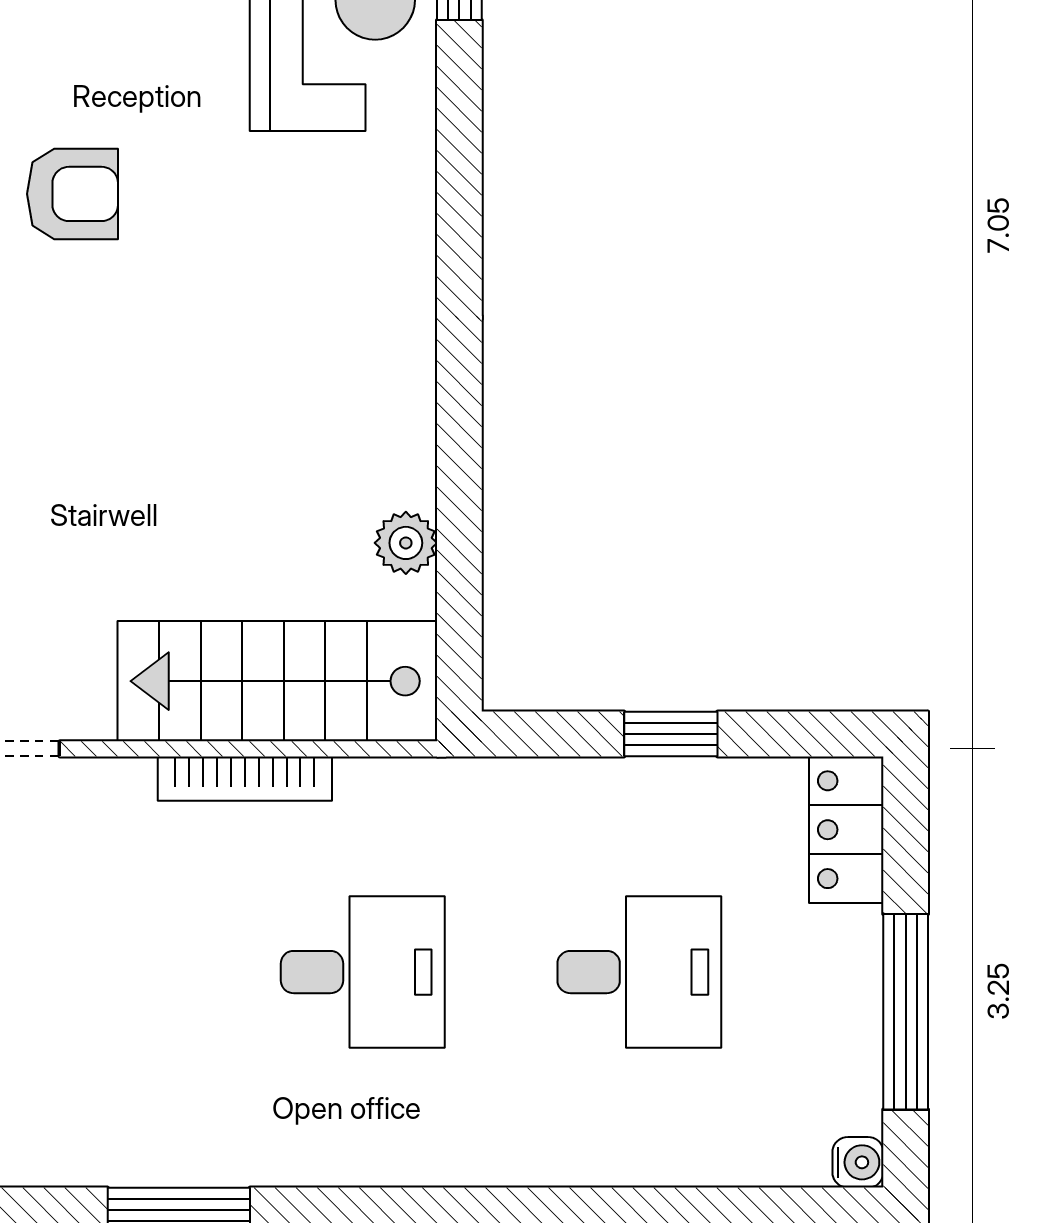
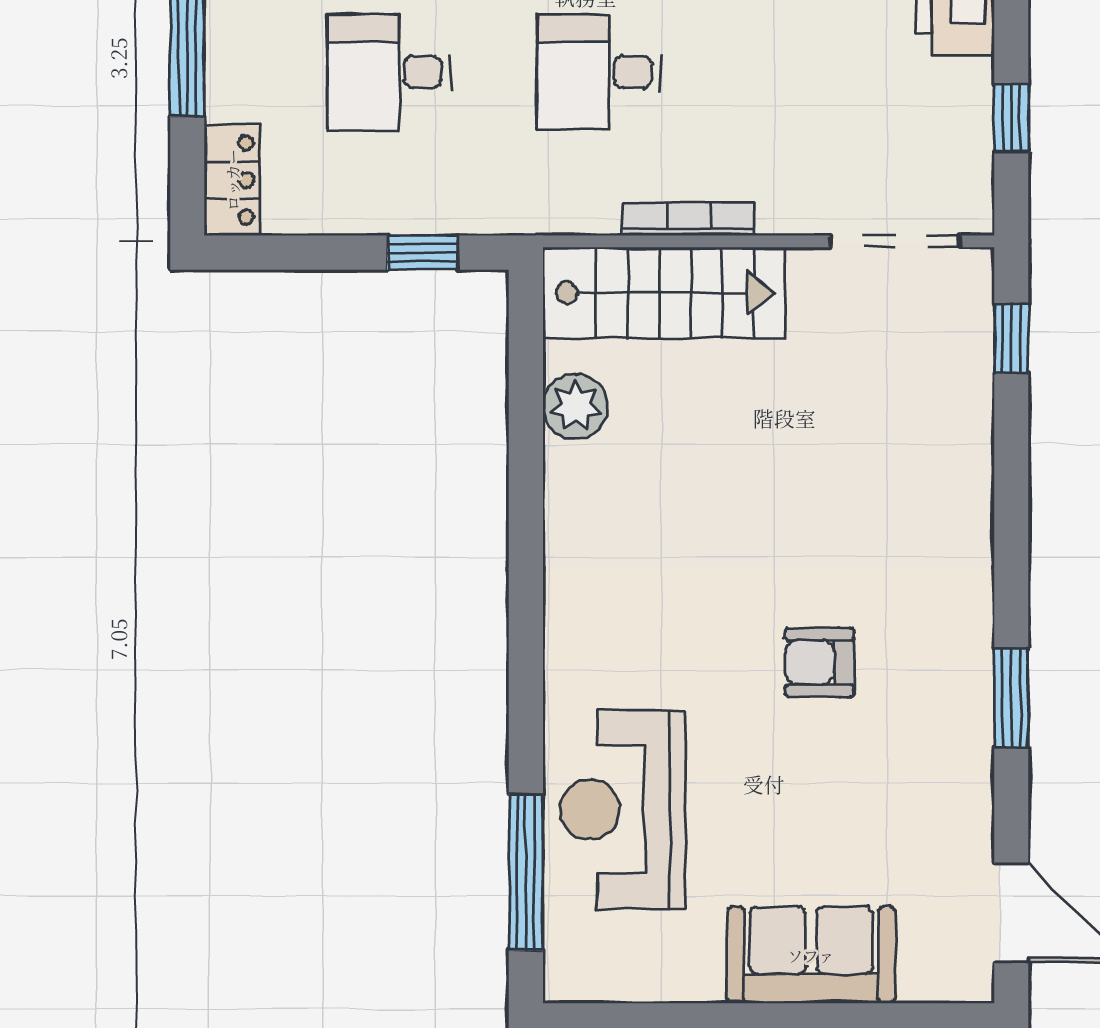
plant: (406, 543) -> (575, 407), width x1.38, depth x1.38
window: (671, 734) -> (423, 253), moved

